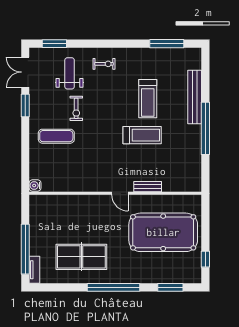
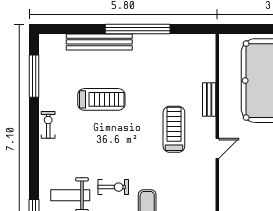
exercise bike: (104, 64) -> (48, 125), moved
treadmill: (142, 135) -> (174, 129), moved
door: (120, 193) -> (217, 148), moved

